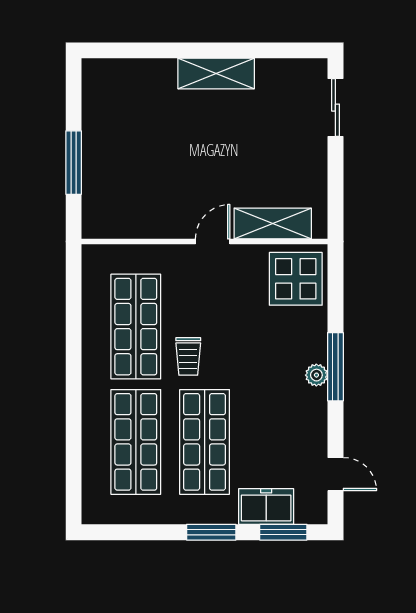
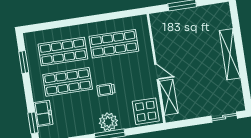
shelving: (216, 74) -> (230, 54), width x1.47
trolley: (188, 356) -> (106, 90), moved
plant: (316, 375) -> (108, 122), width x1.87, depth x1.87
window: (211, 532) -> (24, 62), moved

